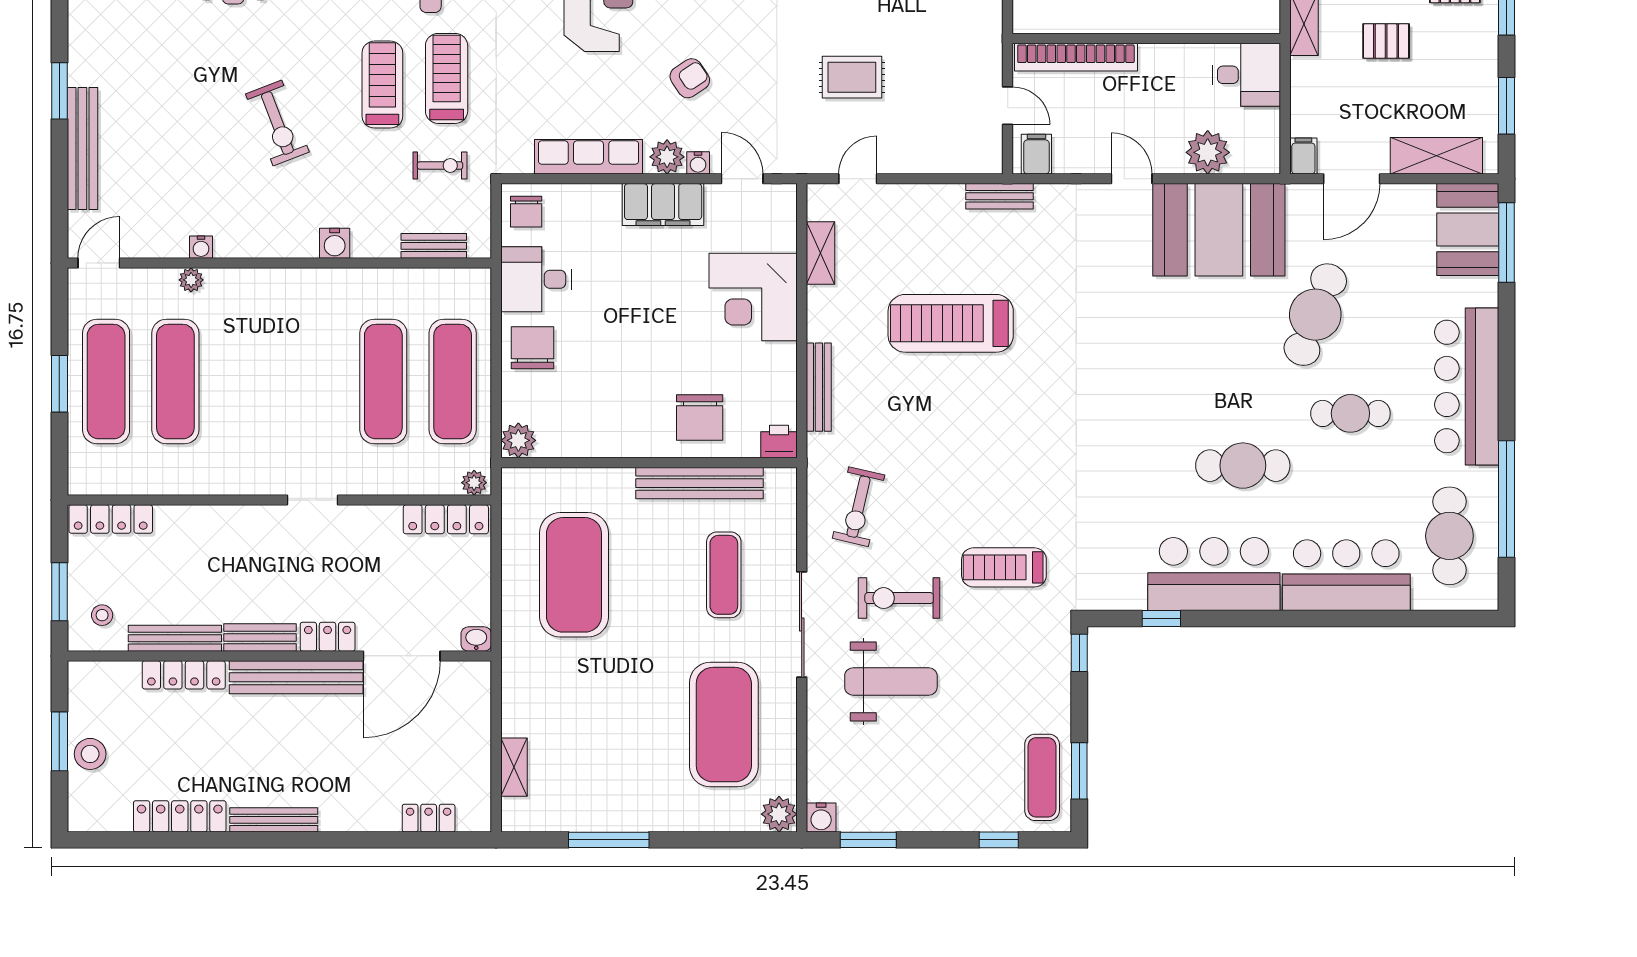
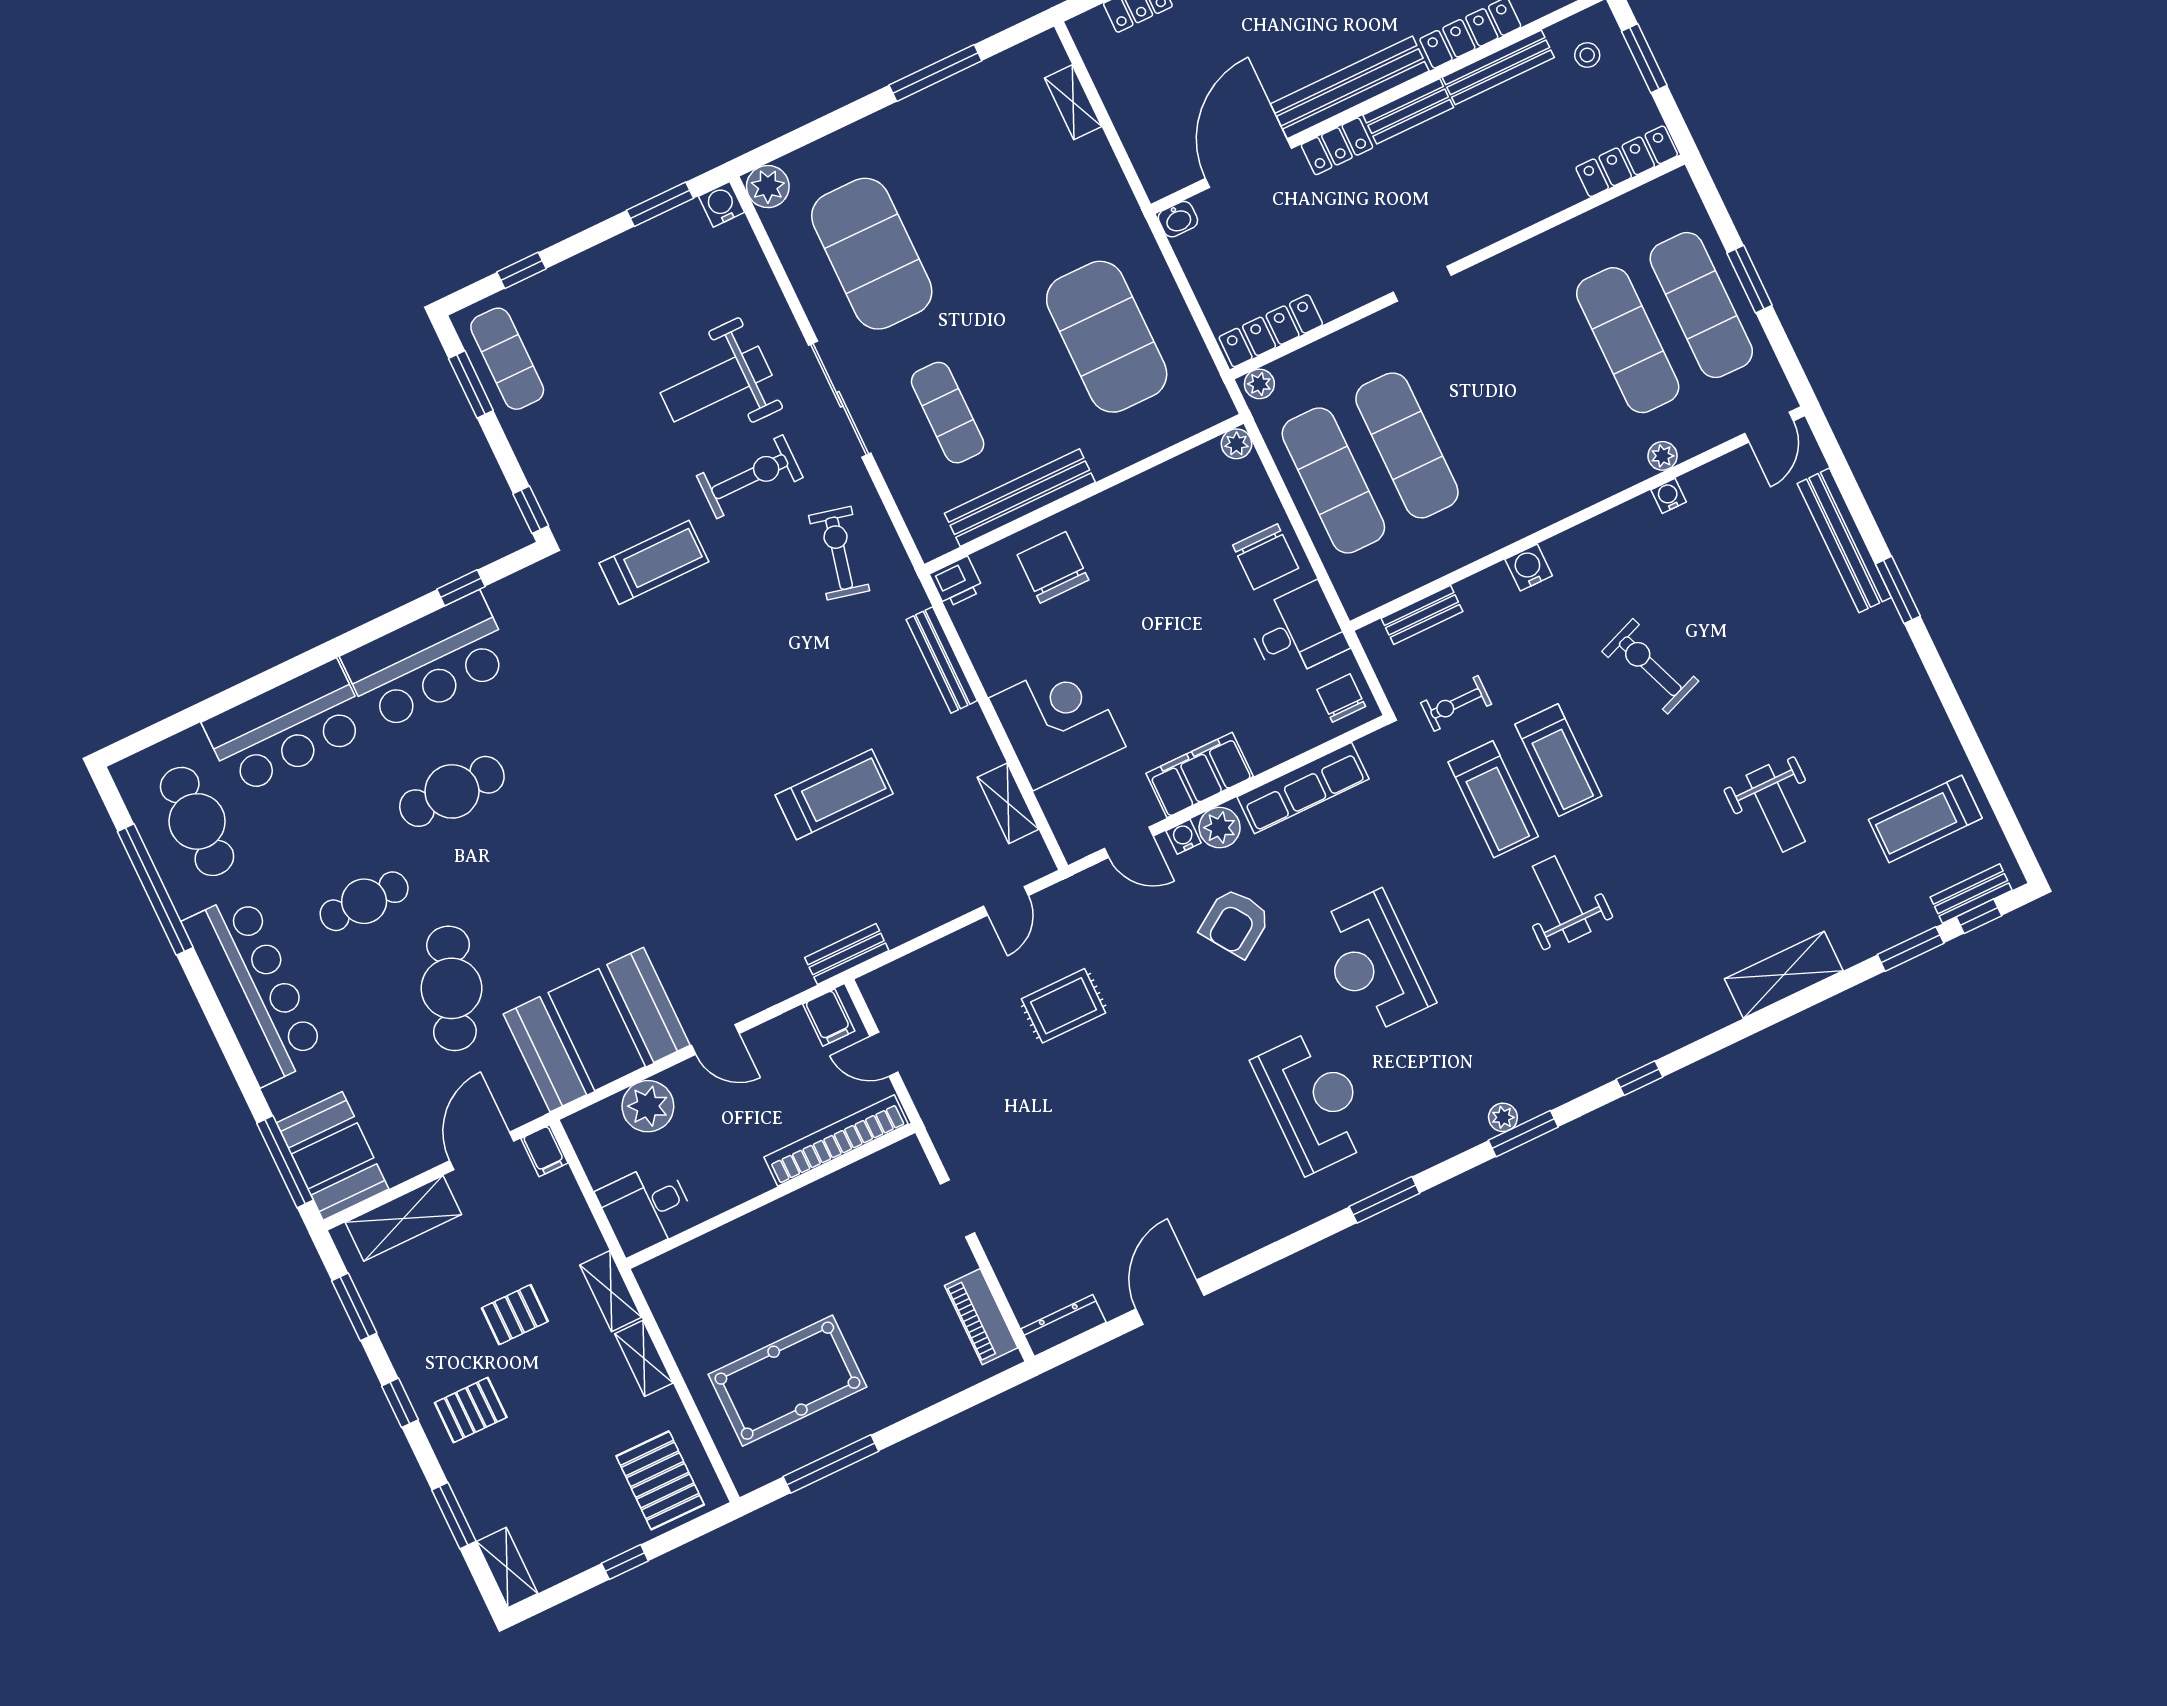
armchair: (690, 78) -> (1235, 923), width x1.38, depth x1.38
treadmill: (951, 323) -> (834, 794), width x0.73, depth x0.73
plant: (518, 440) -> (1236, 444), width x0.73, depth x0.73

